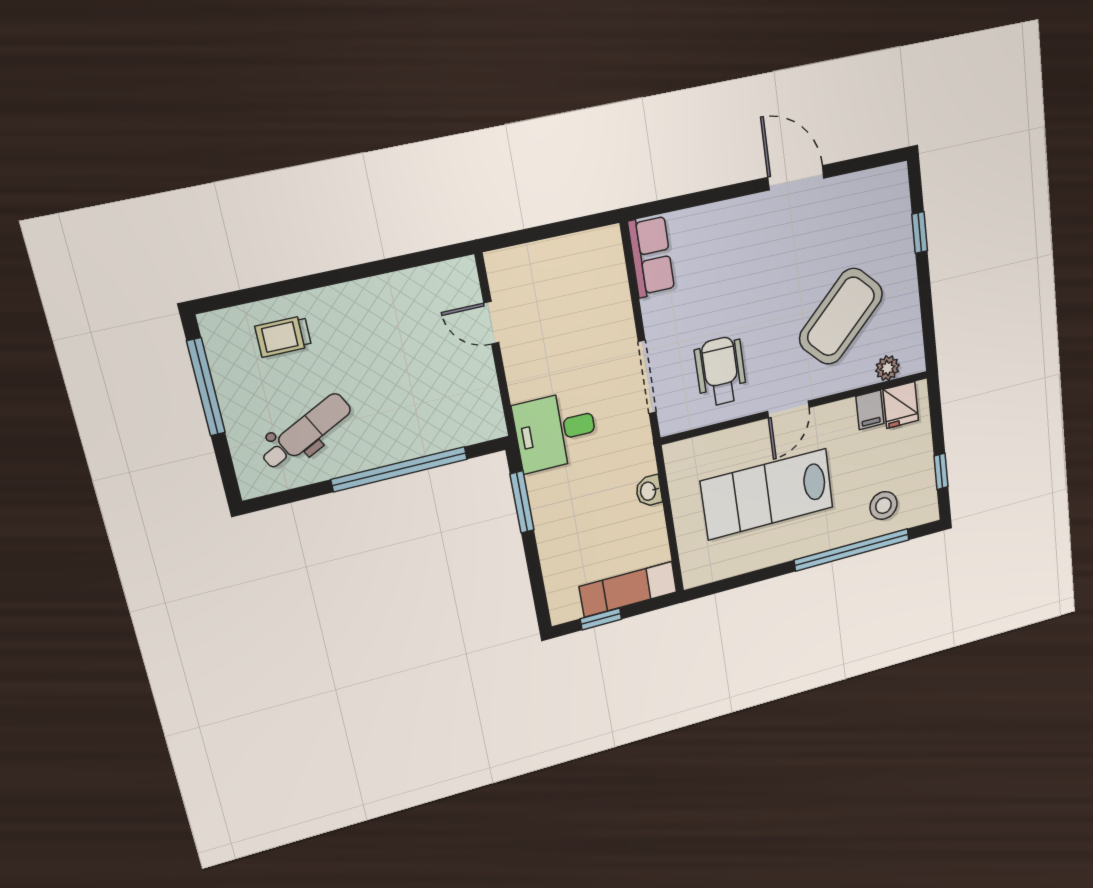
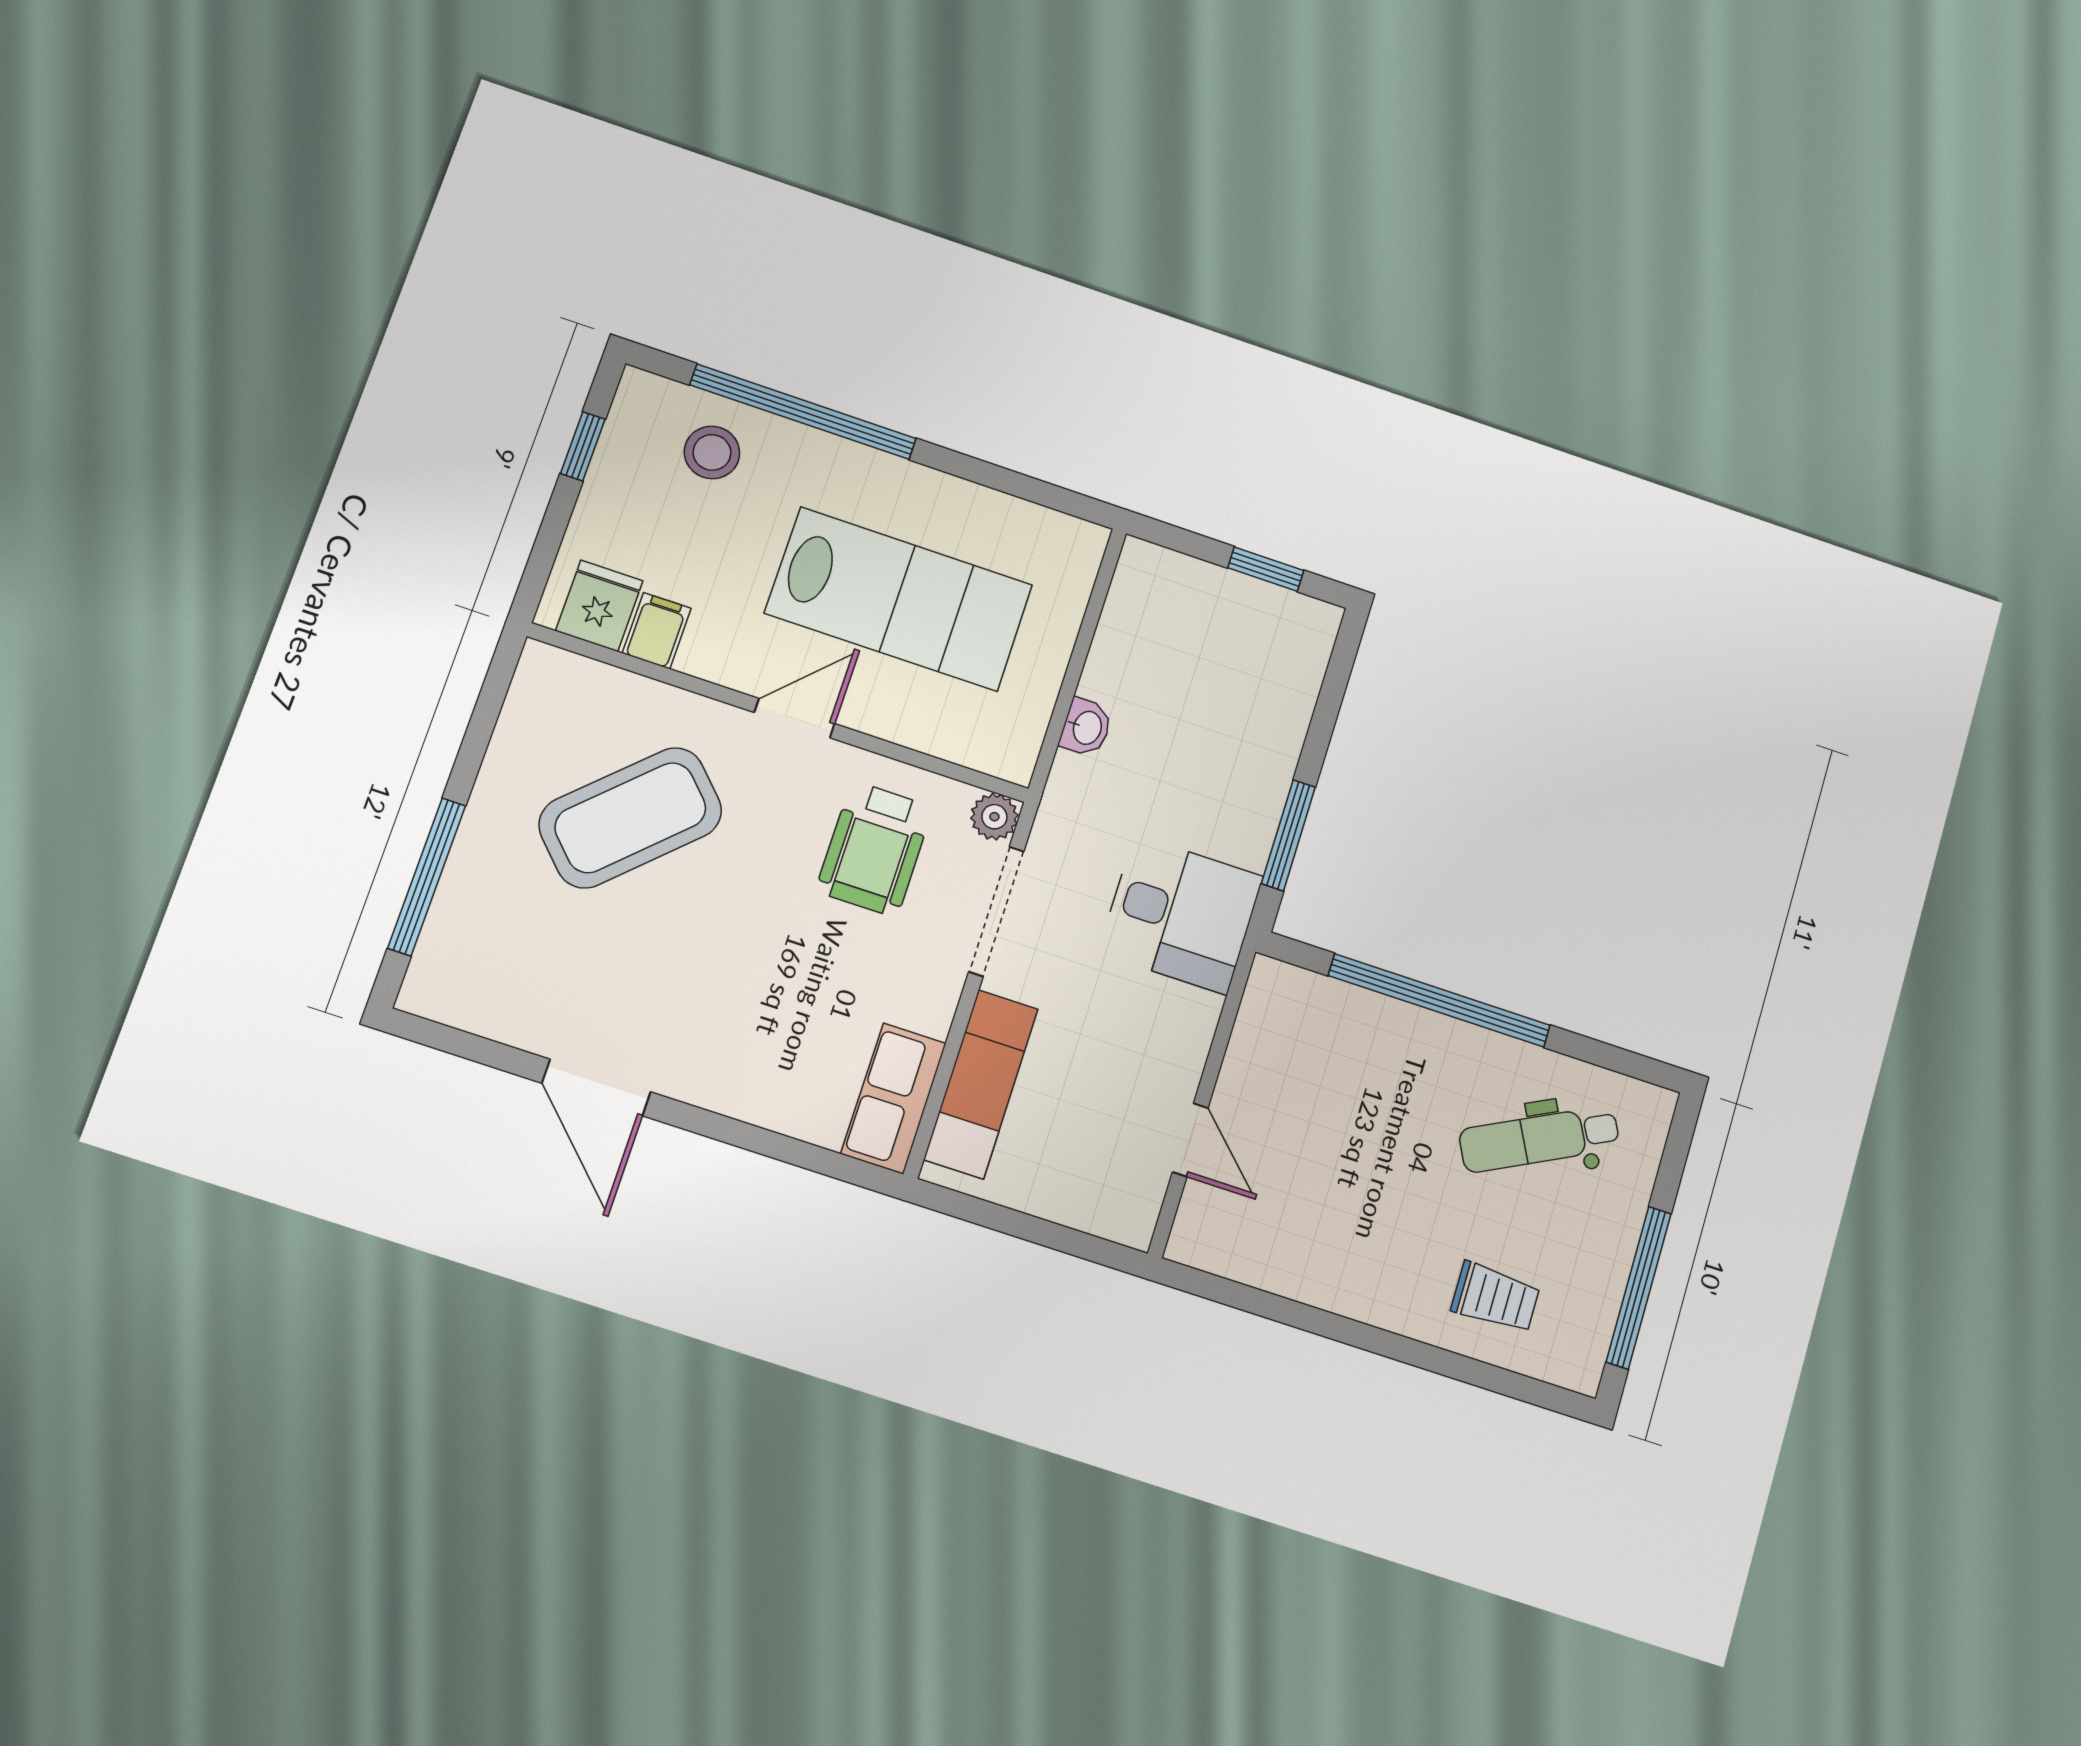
window: (920, 232) -> (427, 877), width x2.17
plant: (887, 368) -> (994, 817), moved
exam couch: (628, 589) -> (981, 1084), moved, turned -90

